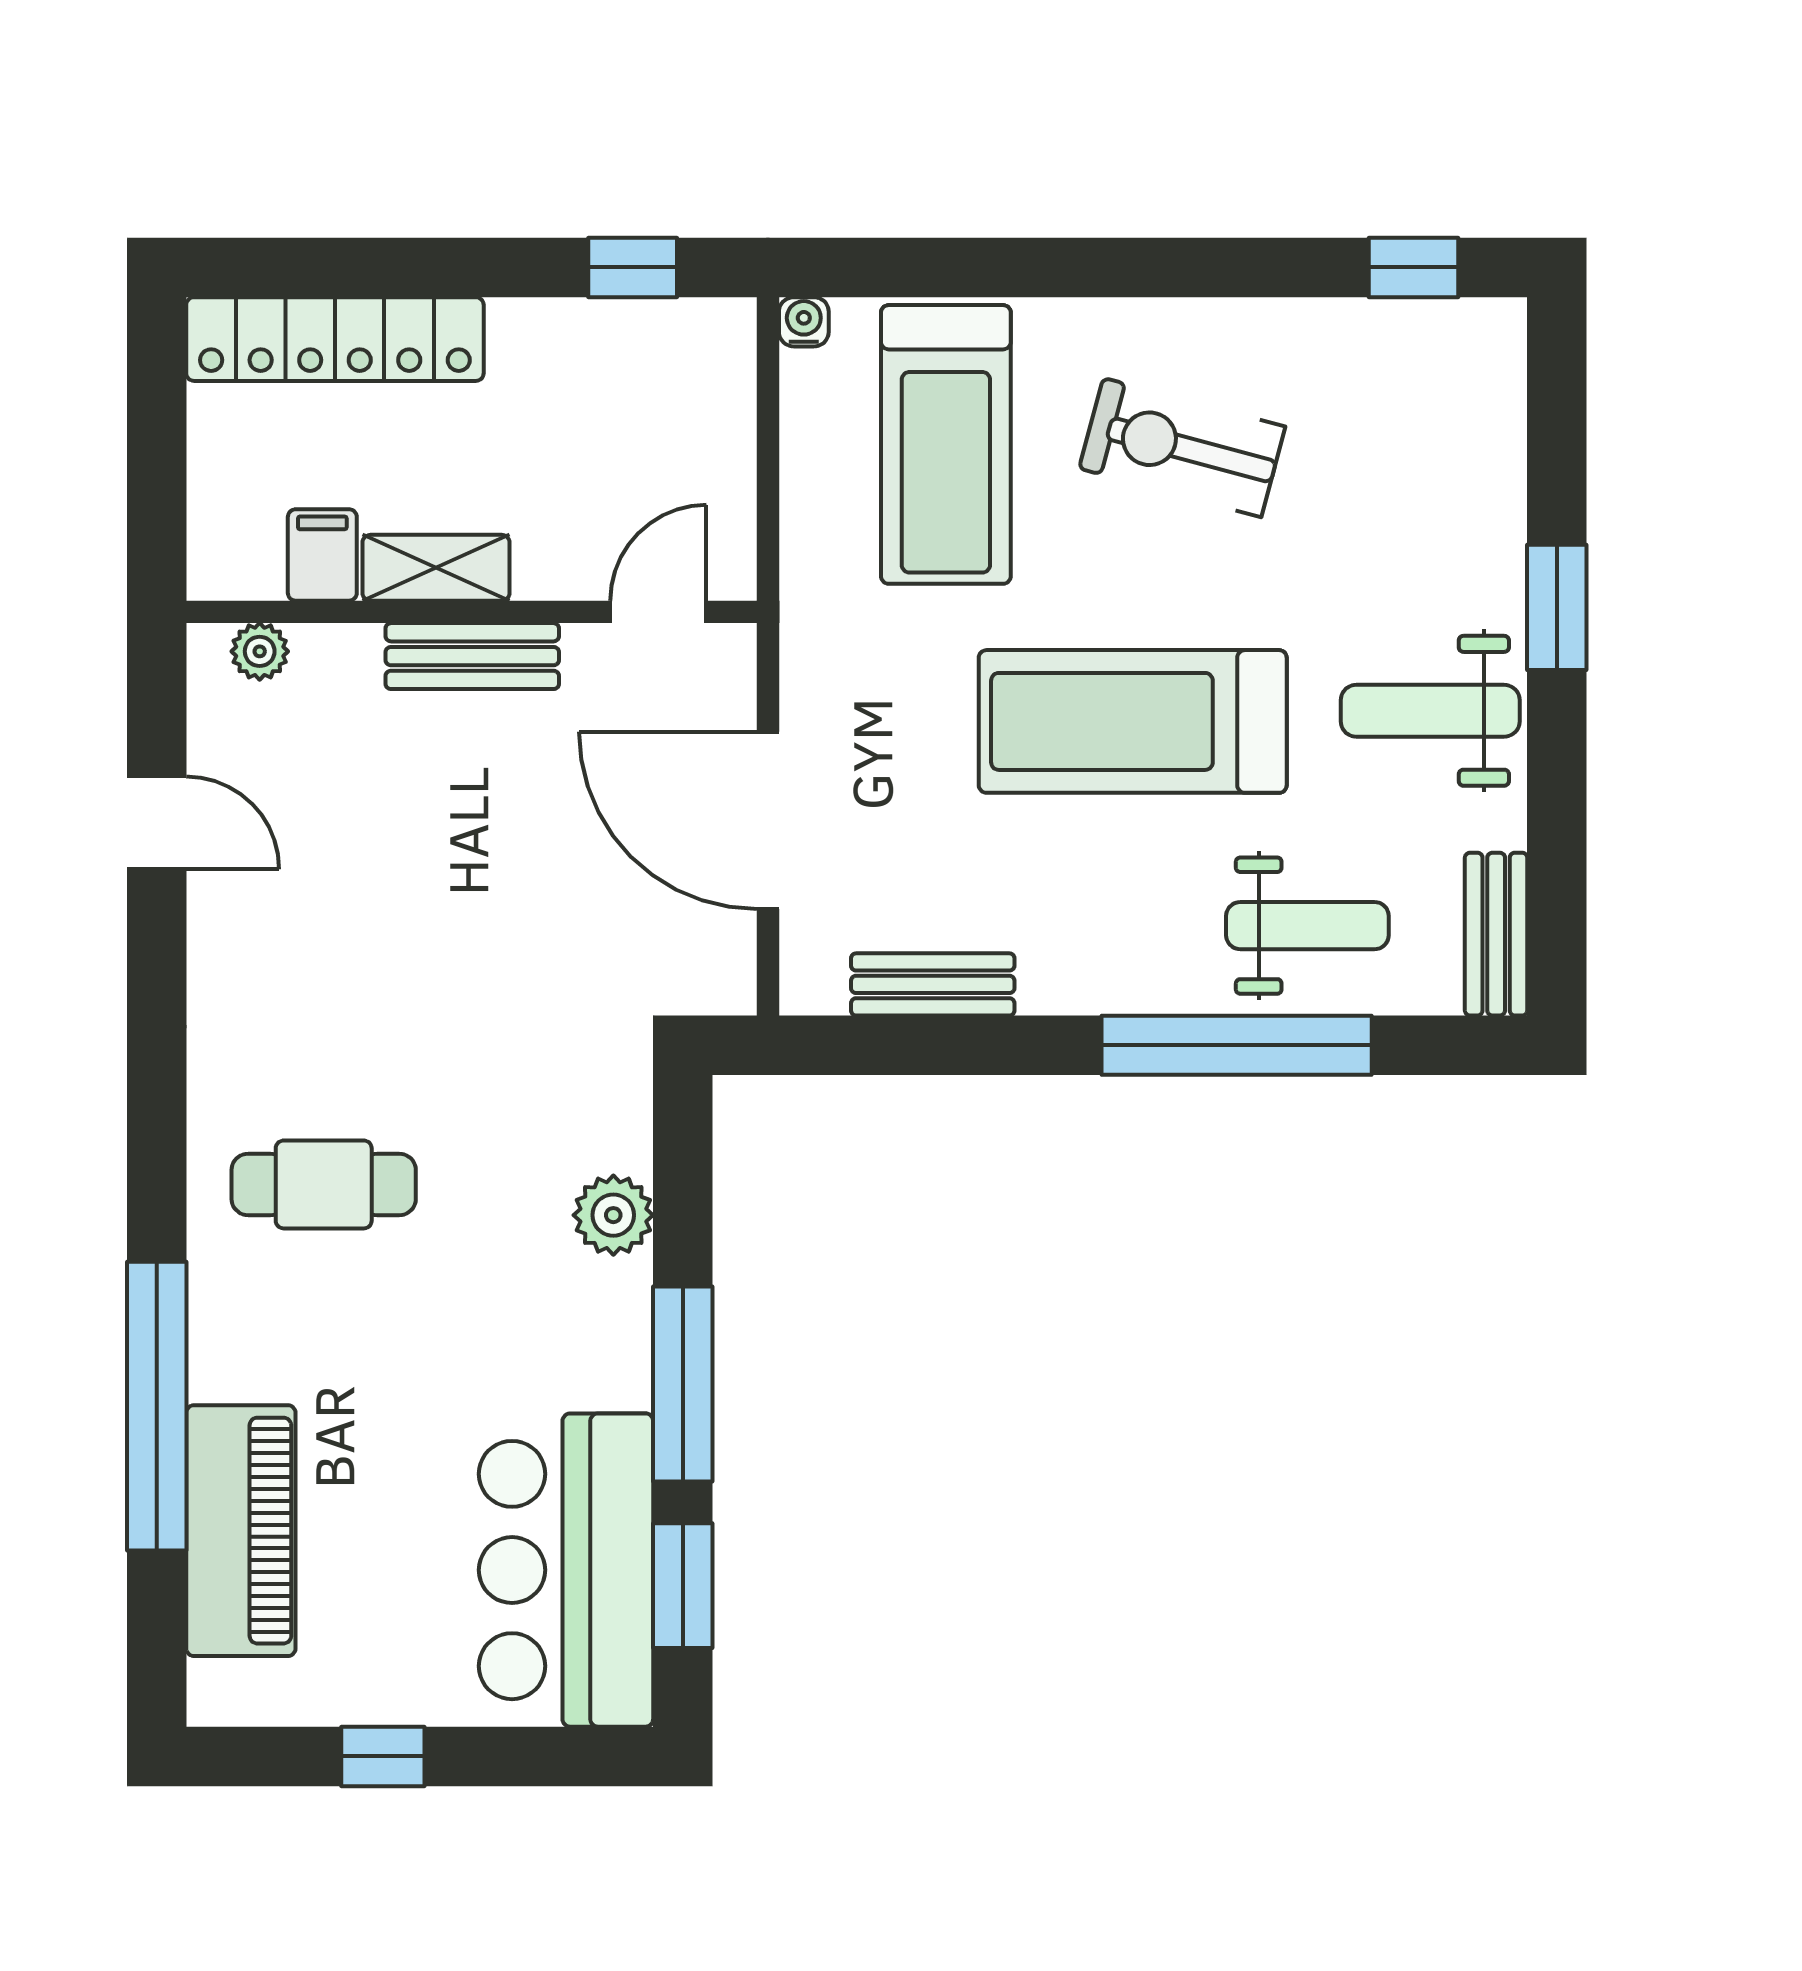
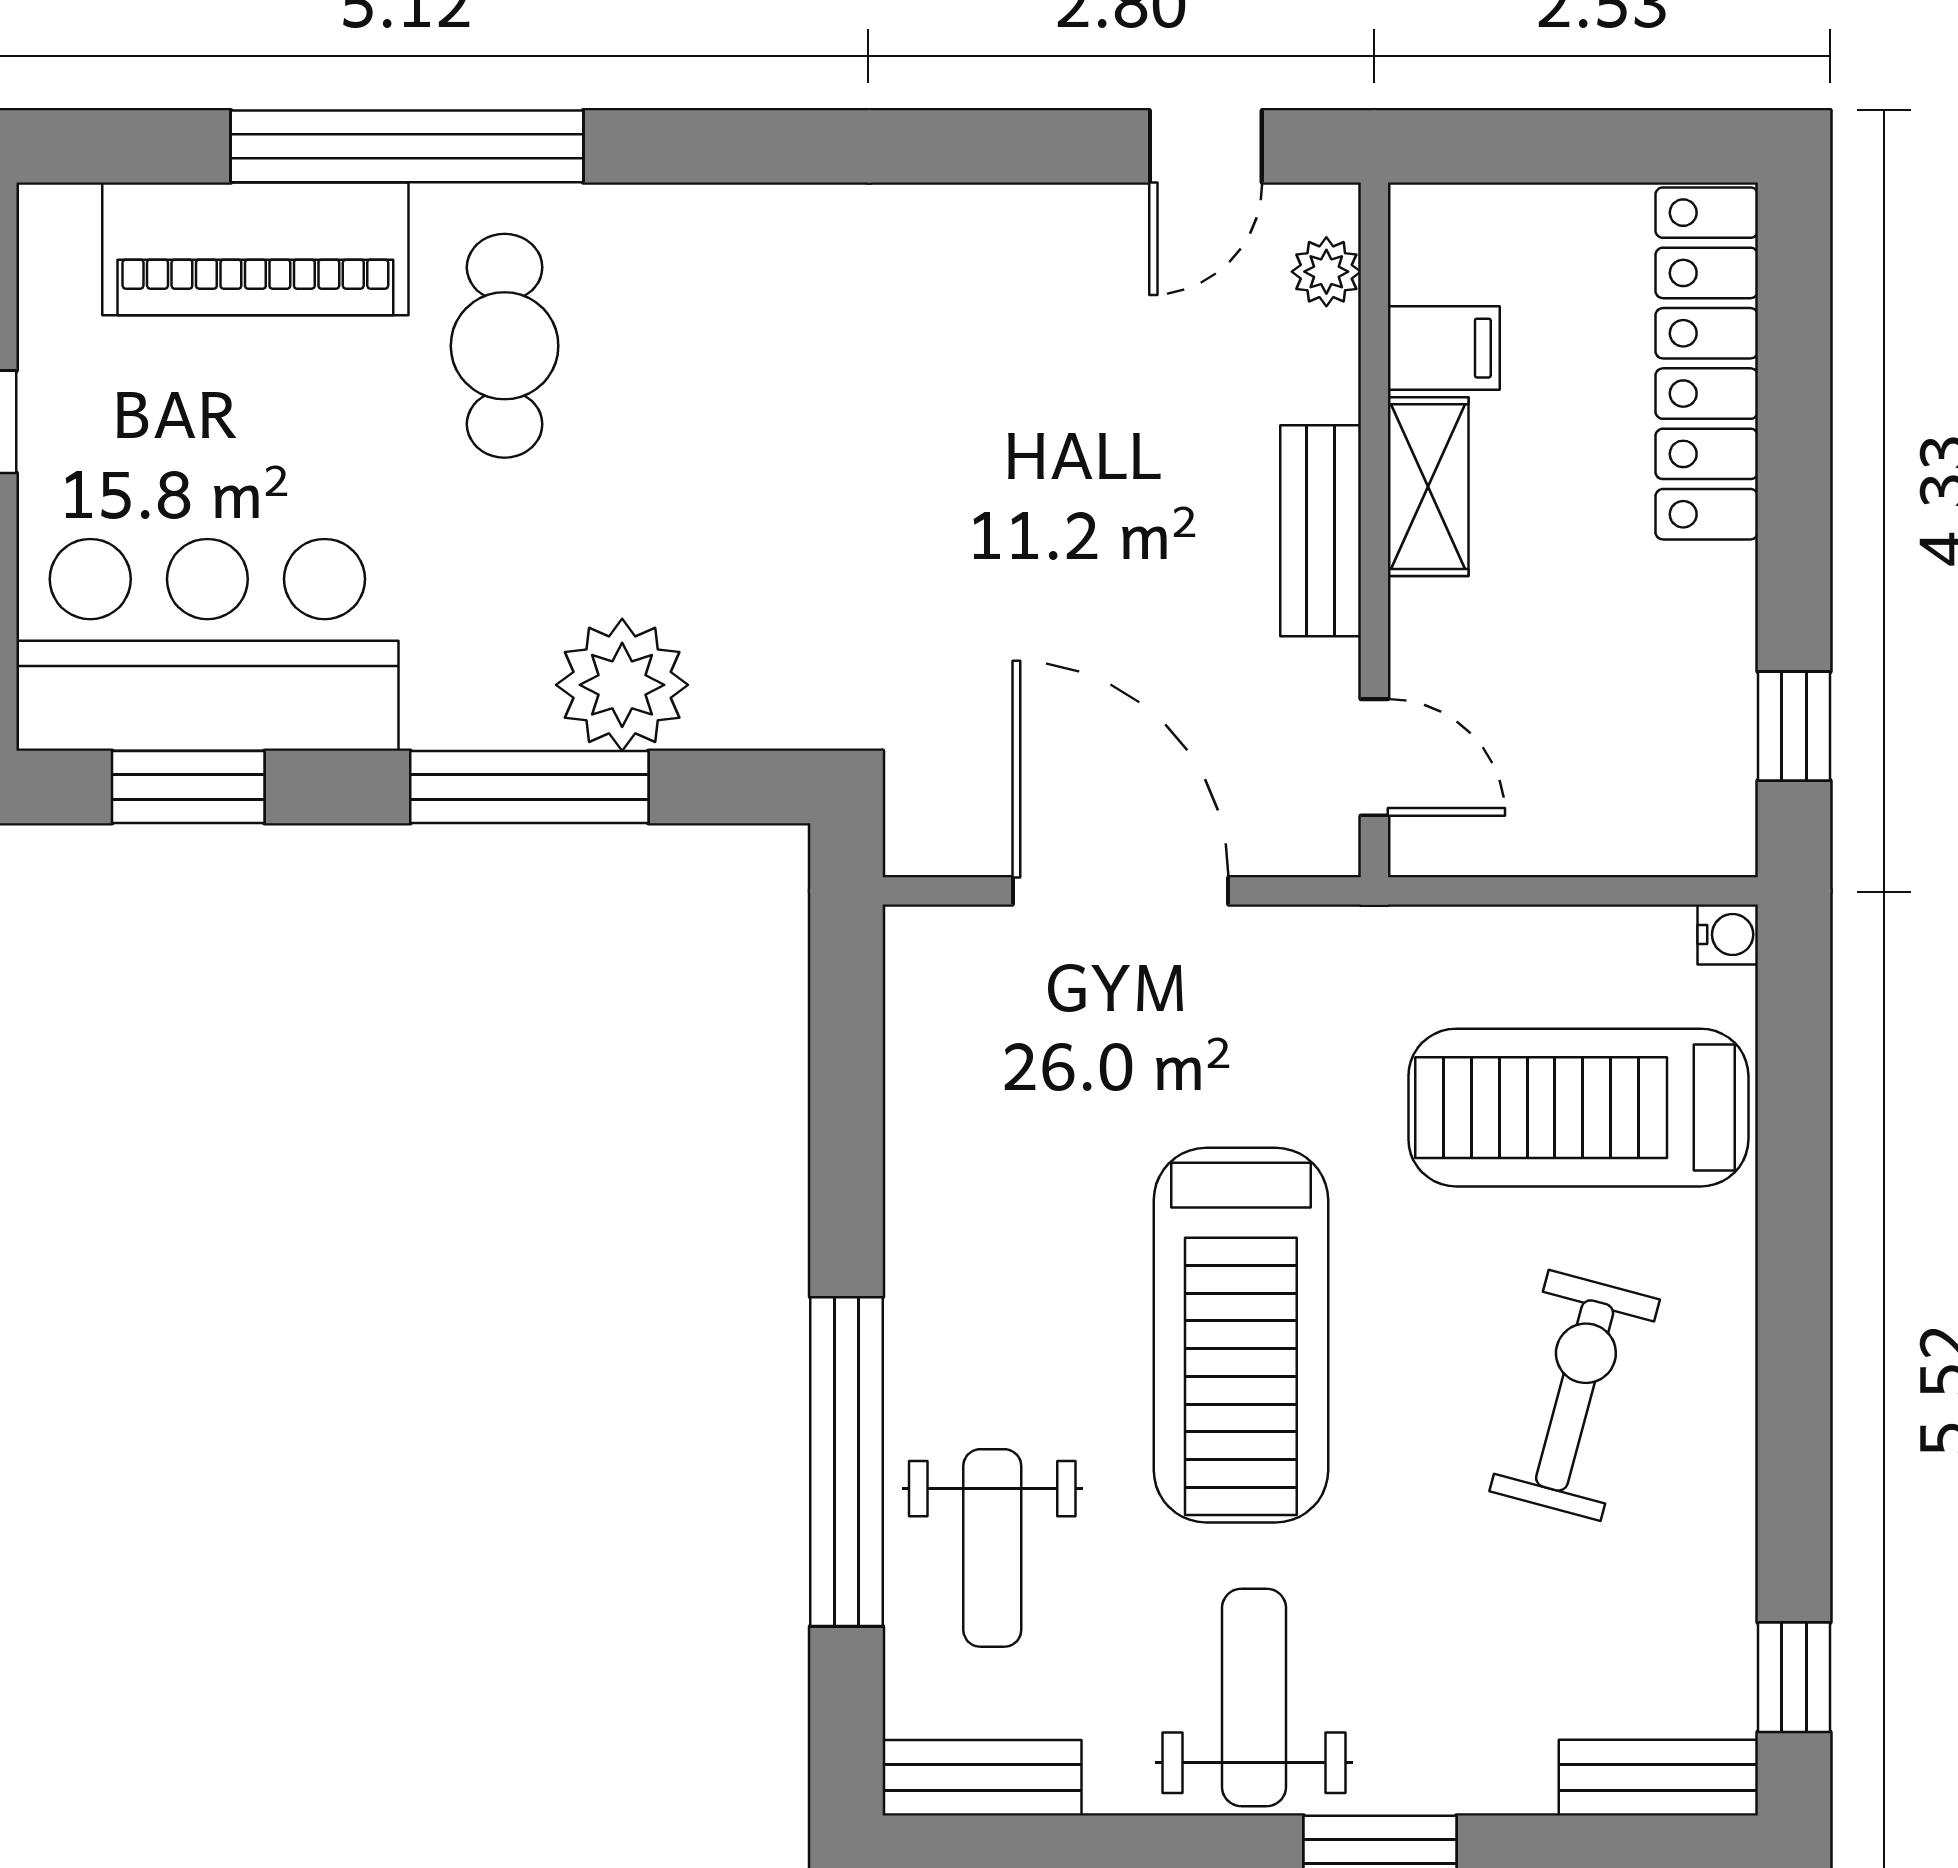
treadmill: (1133, 721) -> (1241, 1335), turned 180
door: (768, 820) -> (1120, 891), hinge flipped
door: (157, 823) -> (1206, 146), moved
bench: (933, 984) -> (1658, 1778), moved, turned 90
cafe table: (324, 1184) -> (505, 346), moved
plant: (613, 1215) -> (622, 685), width x1.36, depth x1.36
window: (683, 1384) -> (529, 787), moved

